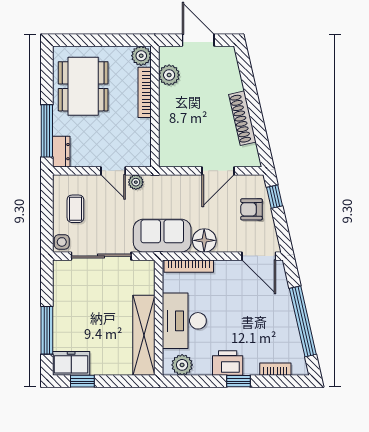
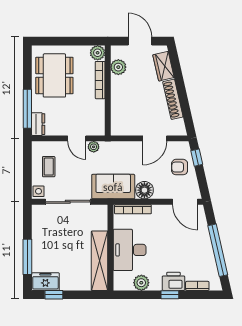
wardrobe: (230, 74) -> (164, 66), added
printer: (228, 363) -> (173, 281), moved
plant: (182, 365) -> (141, 283), moved

